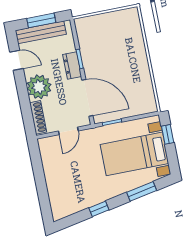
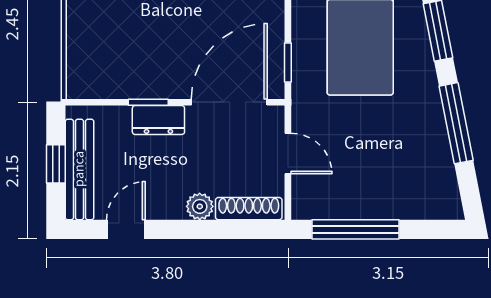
window: (41, 20) -> (56, 164), width x0.67
plant: (39, 87) -> (200, 206), width x0.53, depth x0.53
window: (38, 171) -> (355, 229), added
window: (99, 209) -> (456, 123), width x2.17

